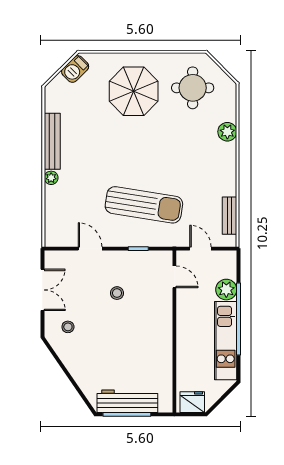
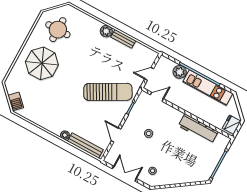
barbecue: (75, 69) -> (16, 101), moved
plant: (227, 132) -> (106, 31), moved
bench: (52, 141) -> (85, 146), moved
sun lounger: (144, 205) -> (108, 92), turned 52
bench: (230, 216) -> (123, 39), moved
door: (90, 249) -> (116, 135), hinge flipped
workbench: (127, 401) -> (198, 129), moved, turned -90

